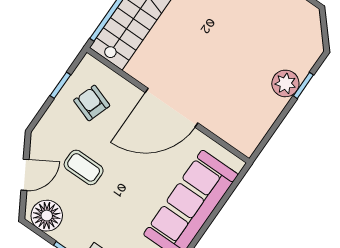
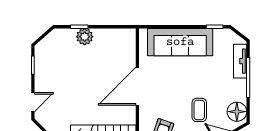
door: (172, 108) -> (137, 86), swing flipped

